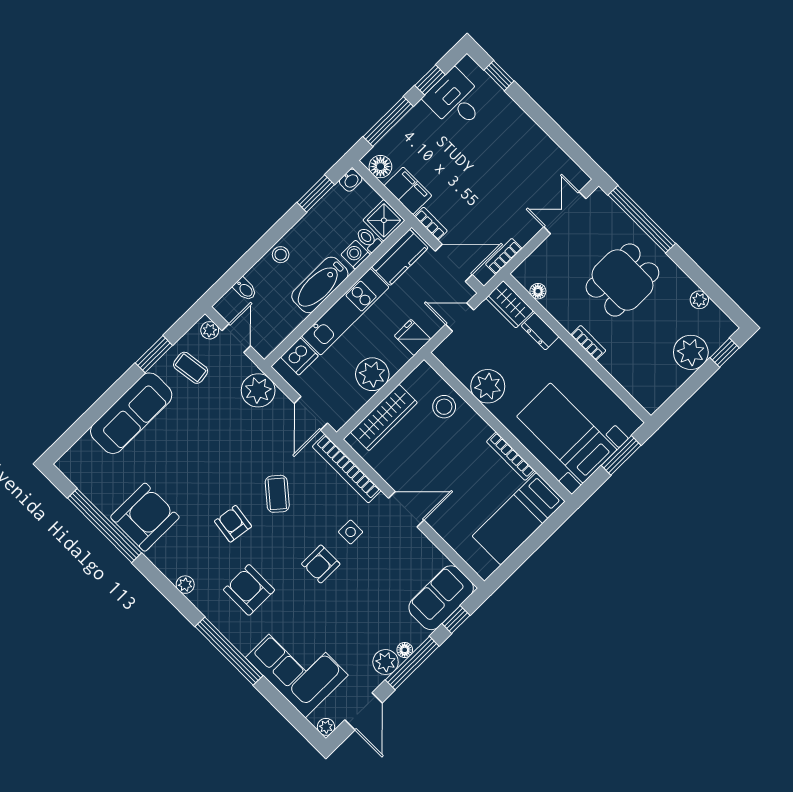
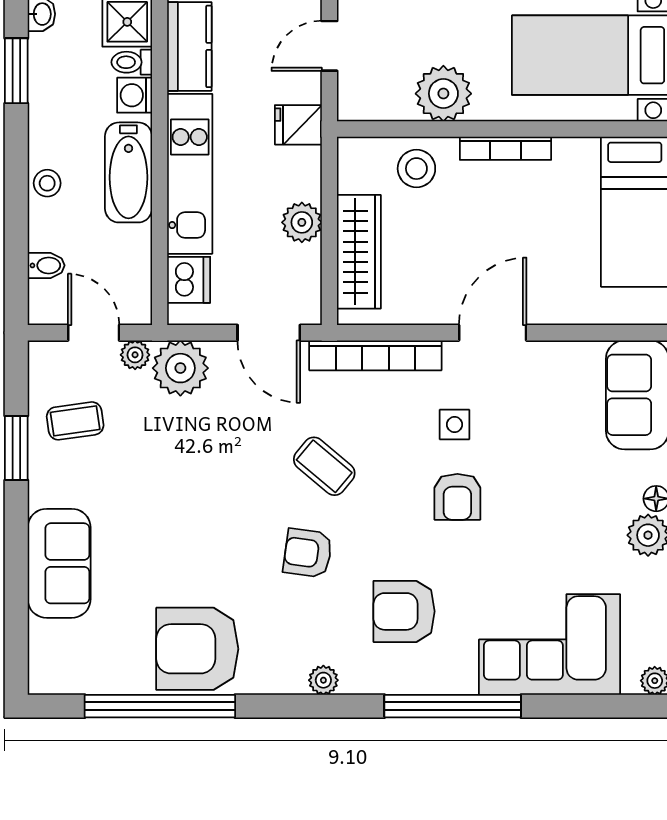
plant: (210, 330) -> (135, 355), moved
plant: (372, 374) -> (302, 222), width x0.73, depth x0.73
sofa: (131, 413) -> (59, 563), width x0.73
bookcase: (511, 456) -> (506, 148), moved
armchair: (145, 517) -> (197, 649), turned -90

